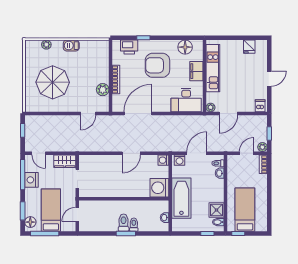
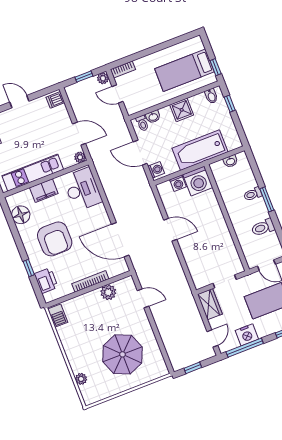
barbecue: (71, 46) -> (58, 316), moved
washing machine: (163, 160) -> (178, 183), moved
shower: (217, 210) -> (182, 110), moved
toilet: (124, 223) -> (263, 227), moved

